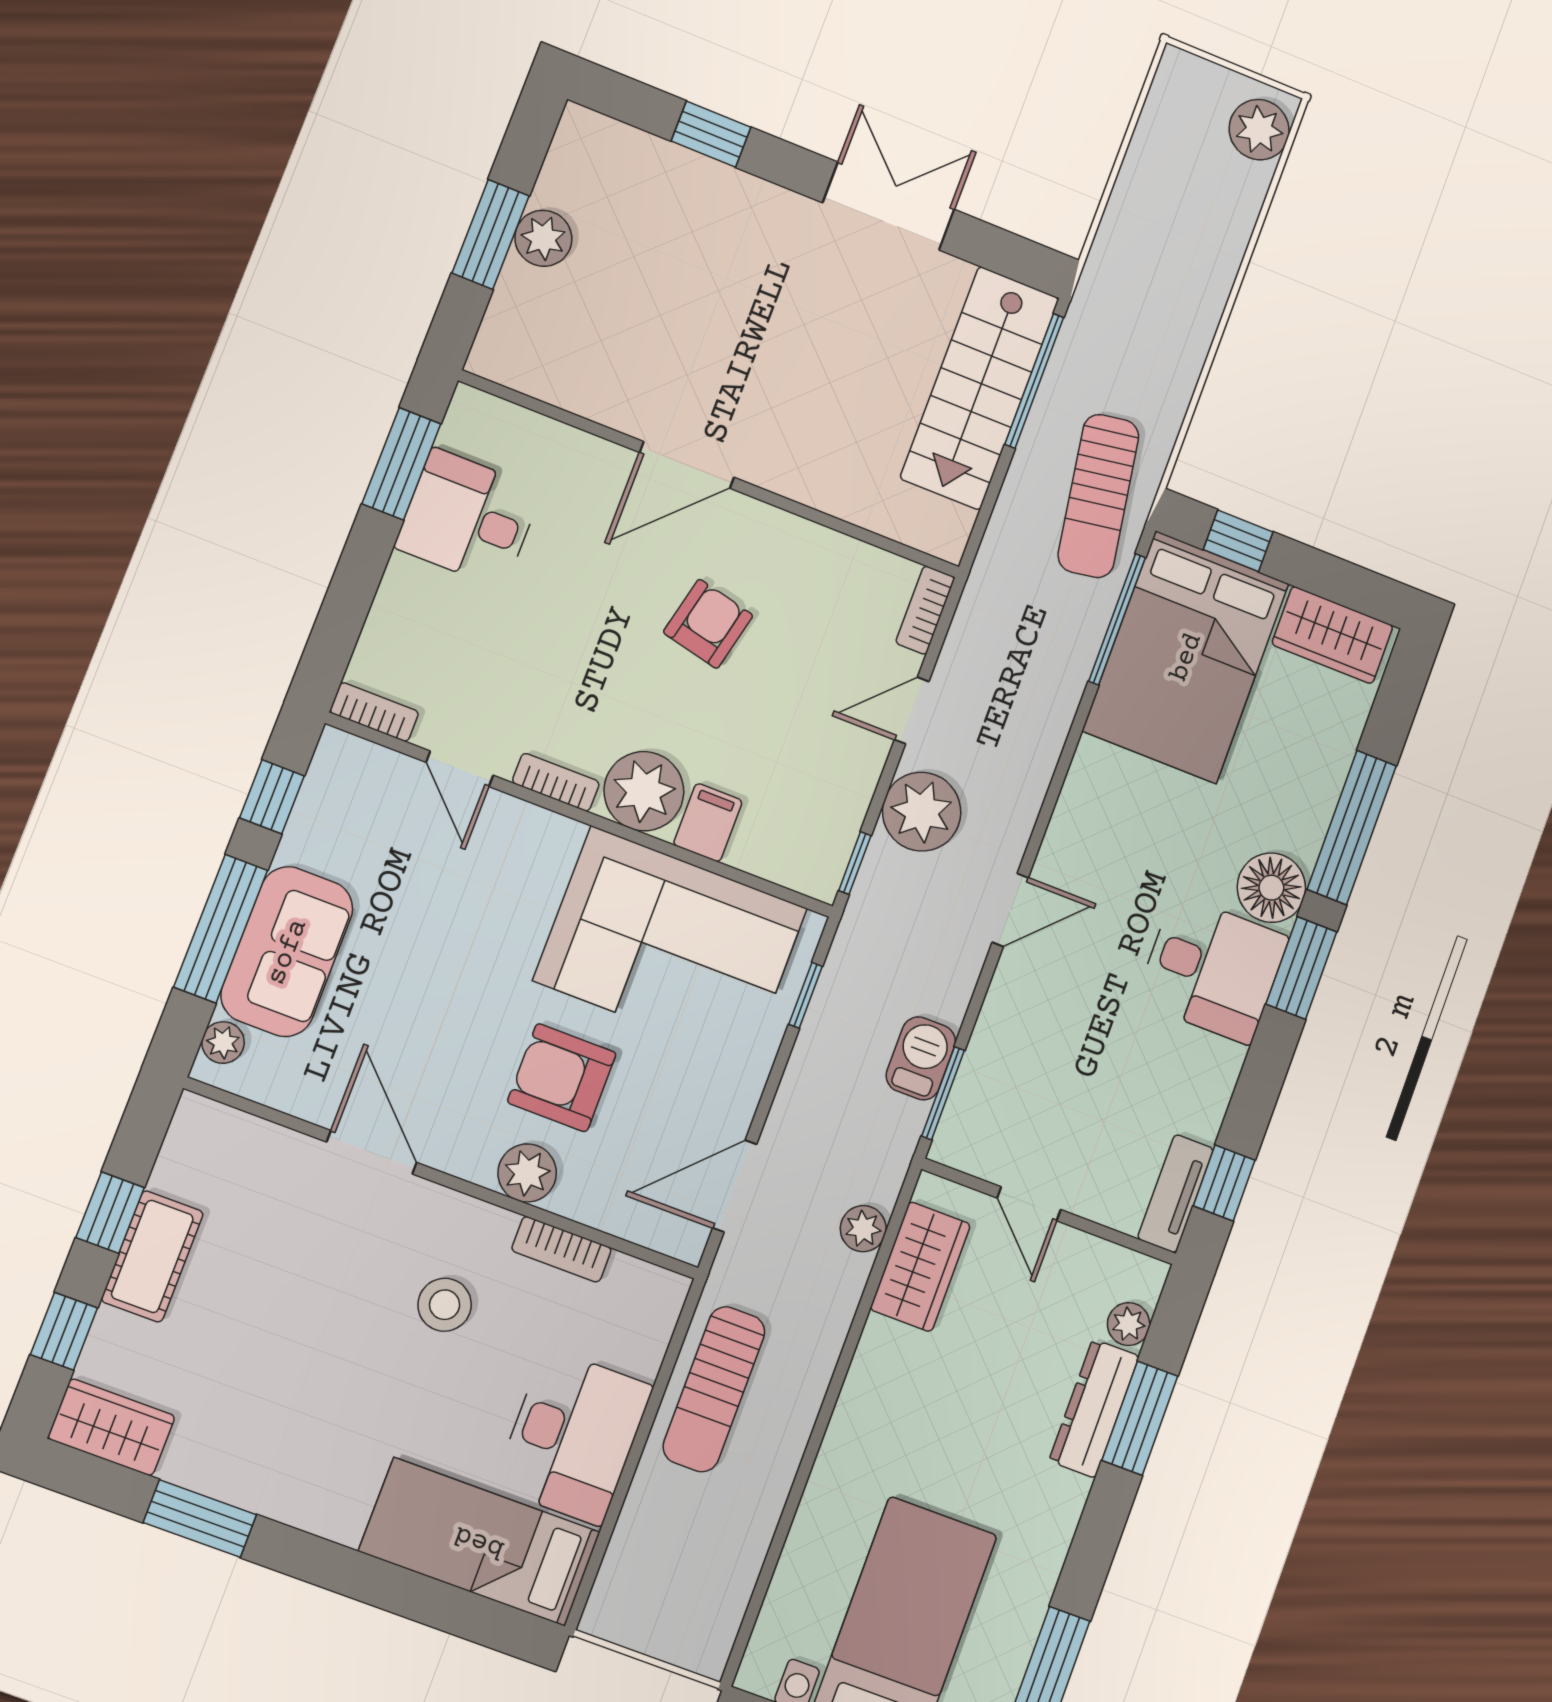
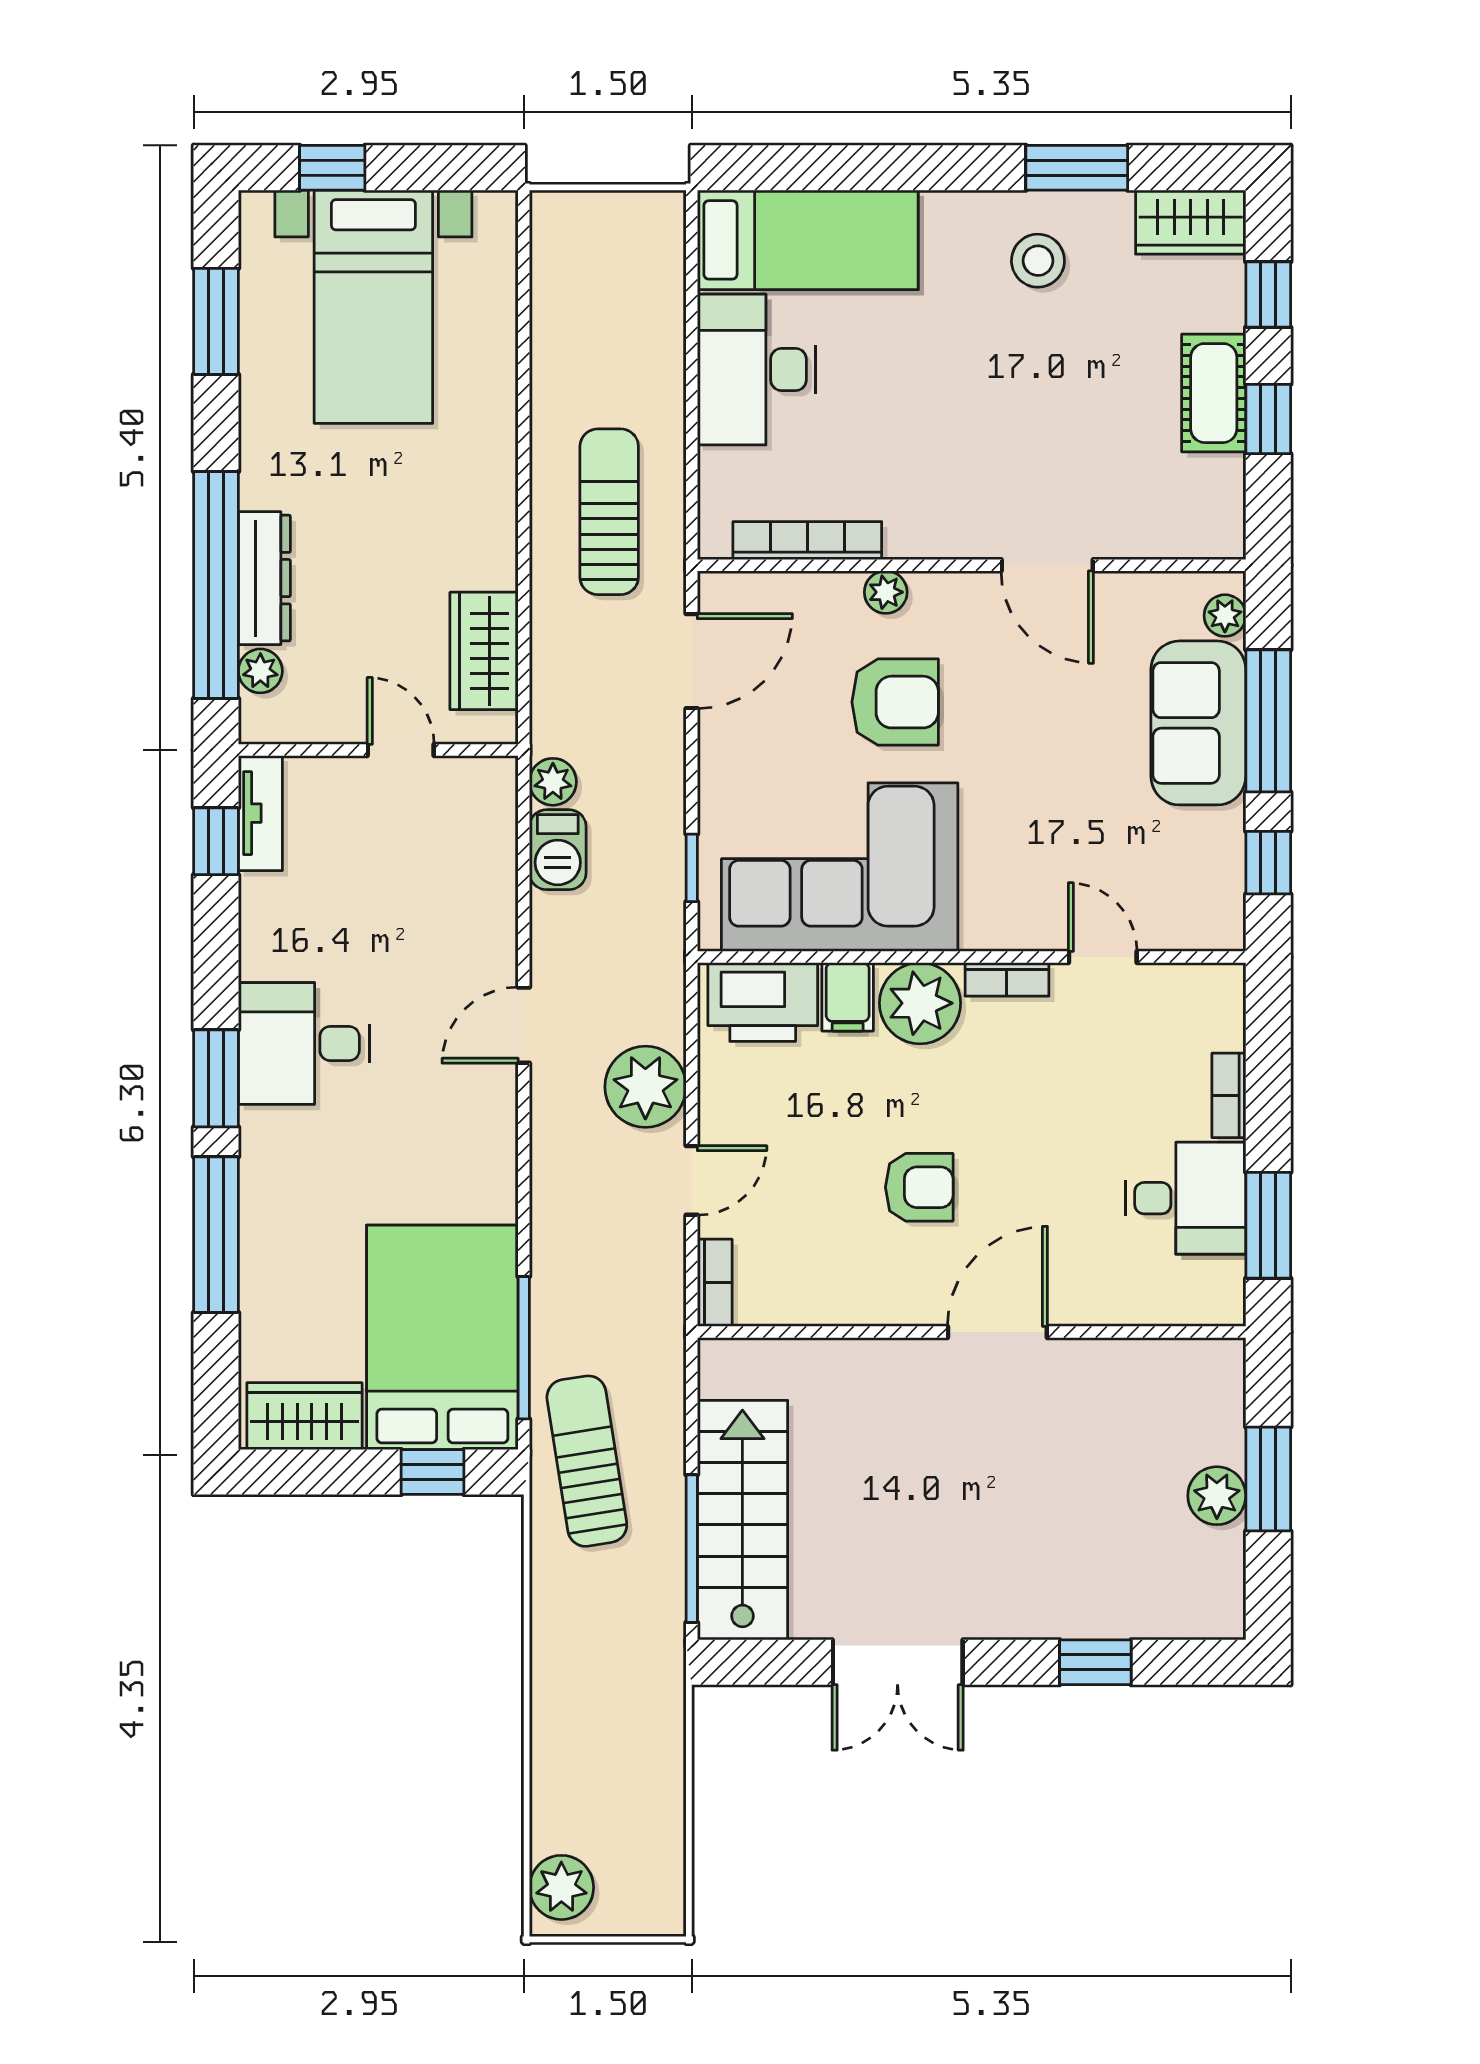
armchair: (708, 624) -> (919, 1187), turned -103
bookcase: (374, 712) -> (1229, 1095), moved, turned 90
printer: (787, 848) -> (763, 1002), added
window: (855, 863) -> (692, 1012), removed
floor lamp: (1271, 888) -> (274, 1145), removed
window: (943, 1093) -> (524, 824), removed
plant: (527, 1173) -> (886, 592), width x0.73, depth x0.73
plant: (863, 1229) -> (553, 782), moved
bookcase: (561, 1249) -> (807, 541), width x1.56
stool: (445, 1305) -> (1038, 261), moved
sun lounger: (714, 1389) -> (609, 512), moved
window: (1140, 1418) -> (216, 585), width x2.11

